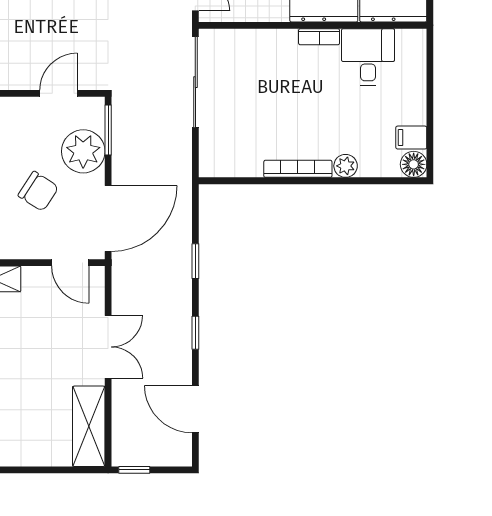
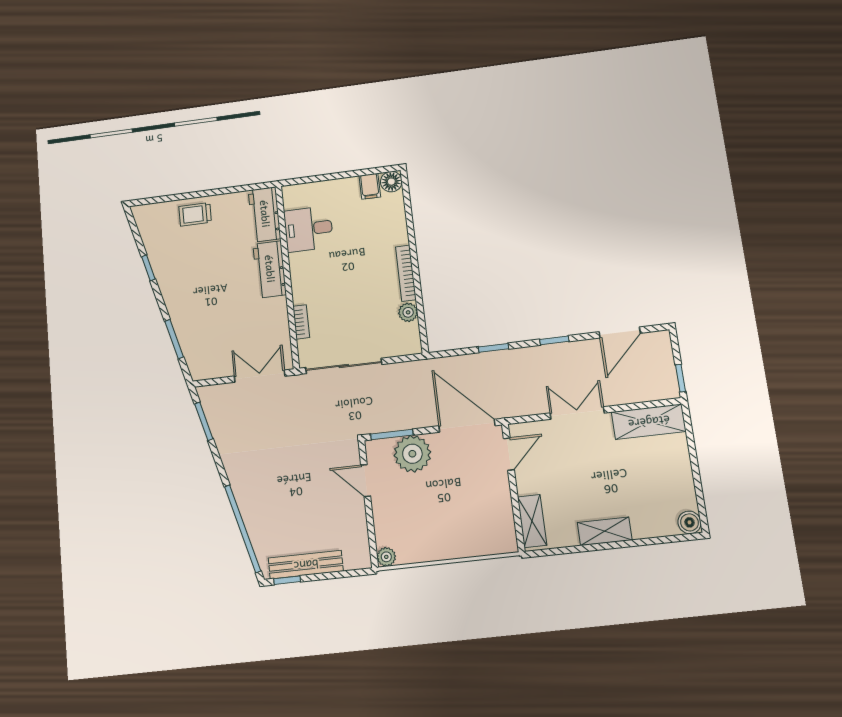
bookcase: (319, 37) -> (301, 322), moved
plant: (346, 166) -> (408, 312), moved
chair: (38, 191) -> (451, 489), removed

